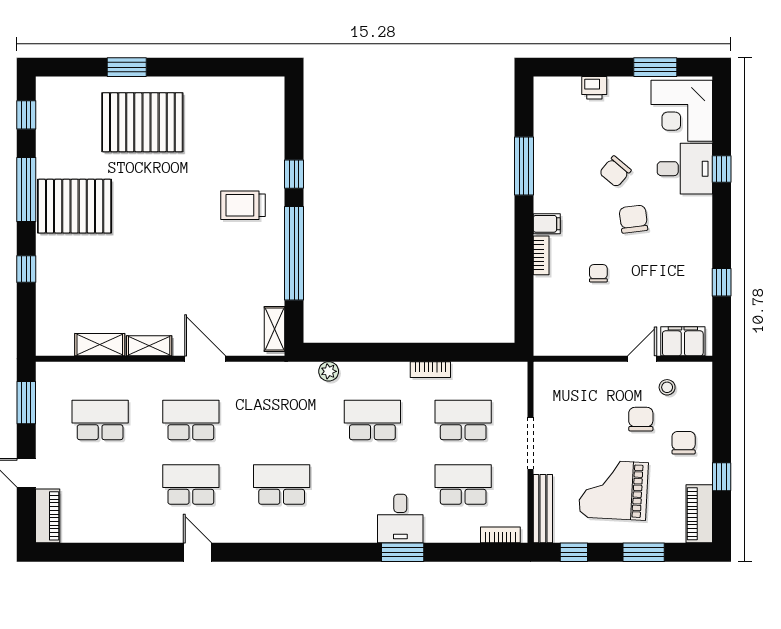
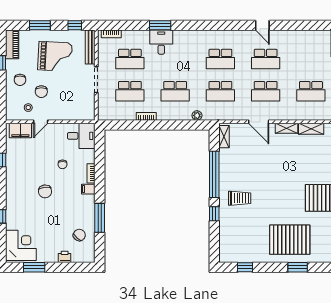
window: (232, 67) -> (245, 267), added
desk: (685, 169) -> (81, 136), moved, turned 180
chair: (615, 172) -> (79, 235), moved
school desk: (282, 420) -> (220, 91), added

